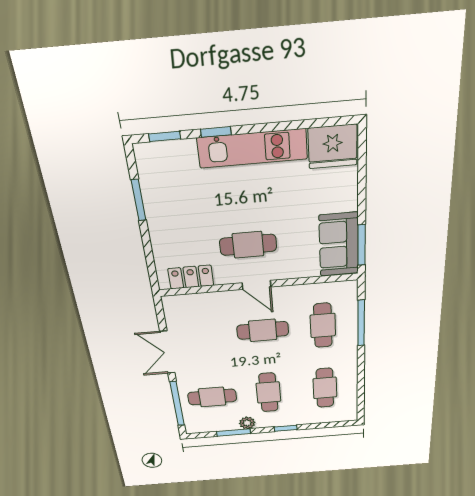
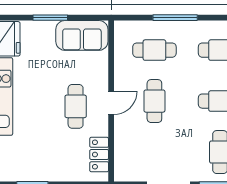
window: (362, 245) -> (50, 18), moved
window: (361, 323) -> (175, 18), moved

